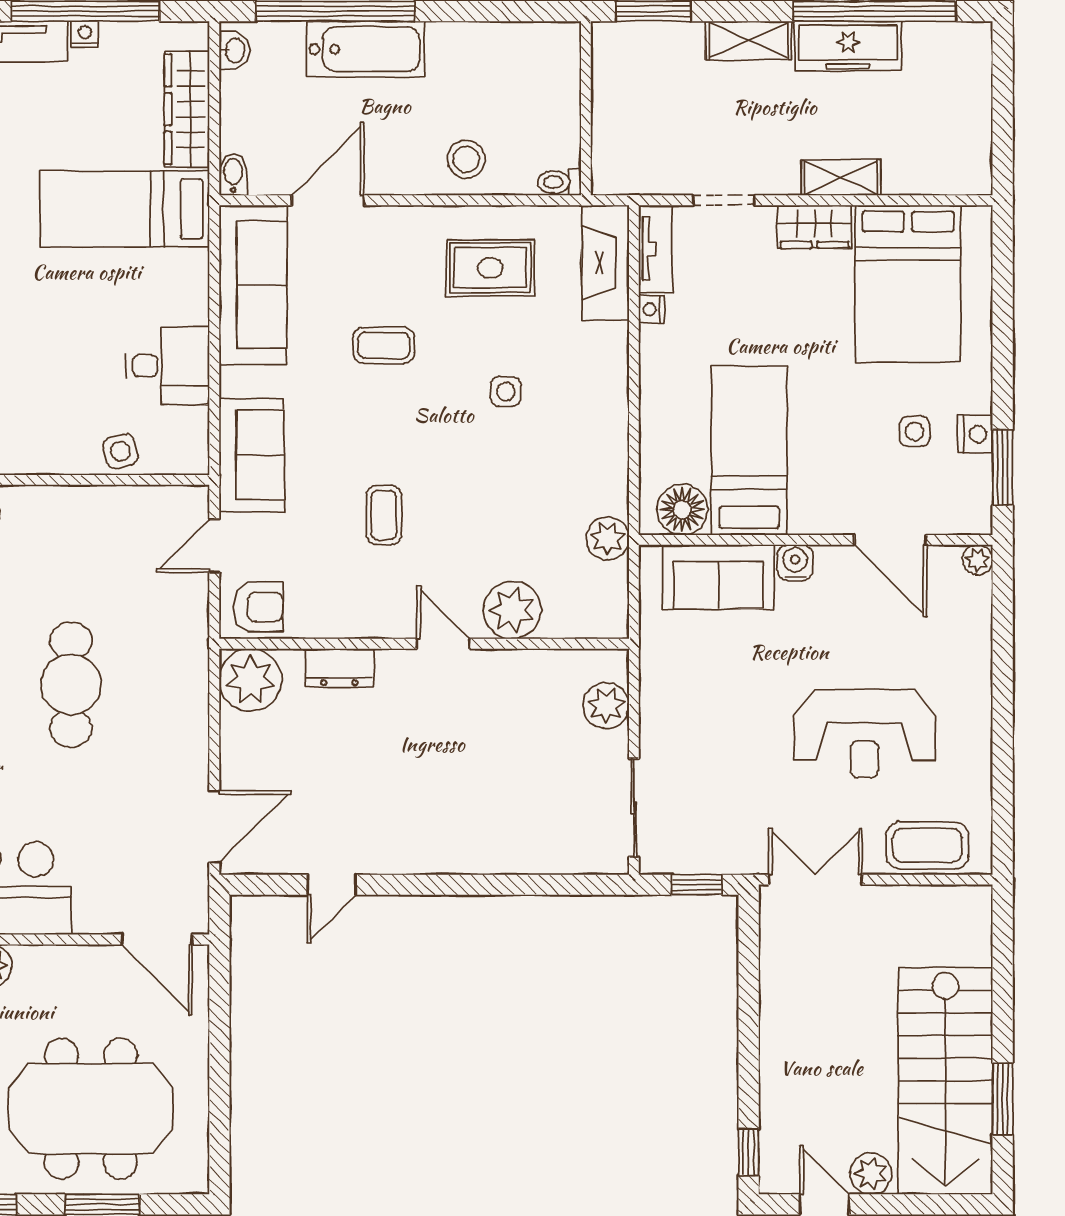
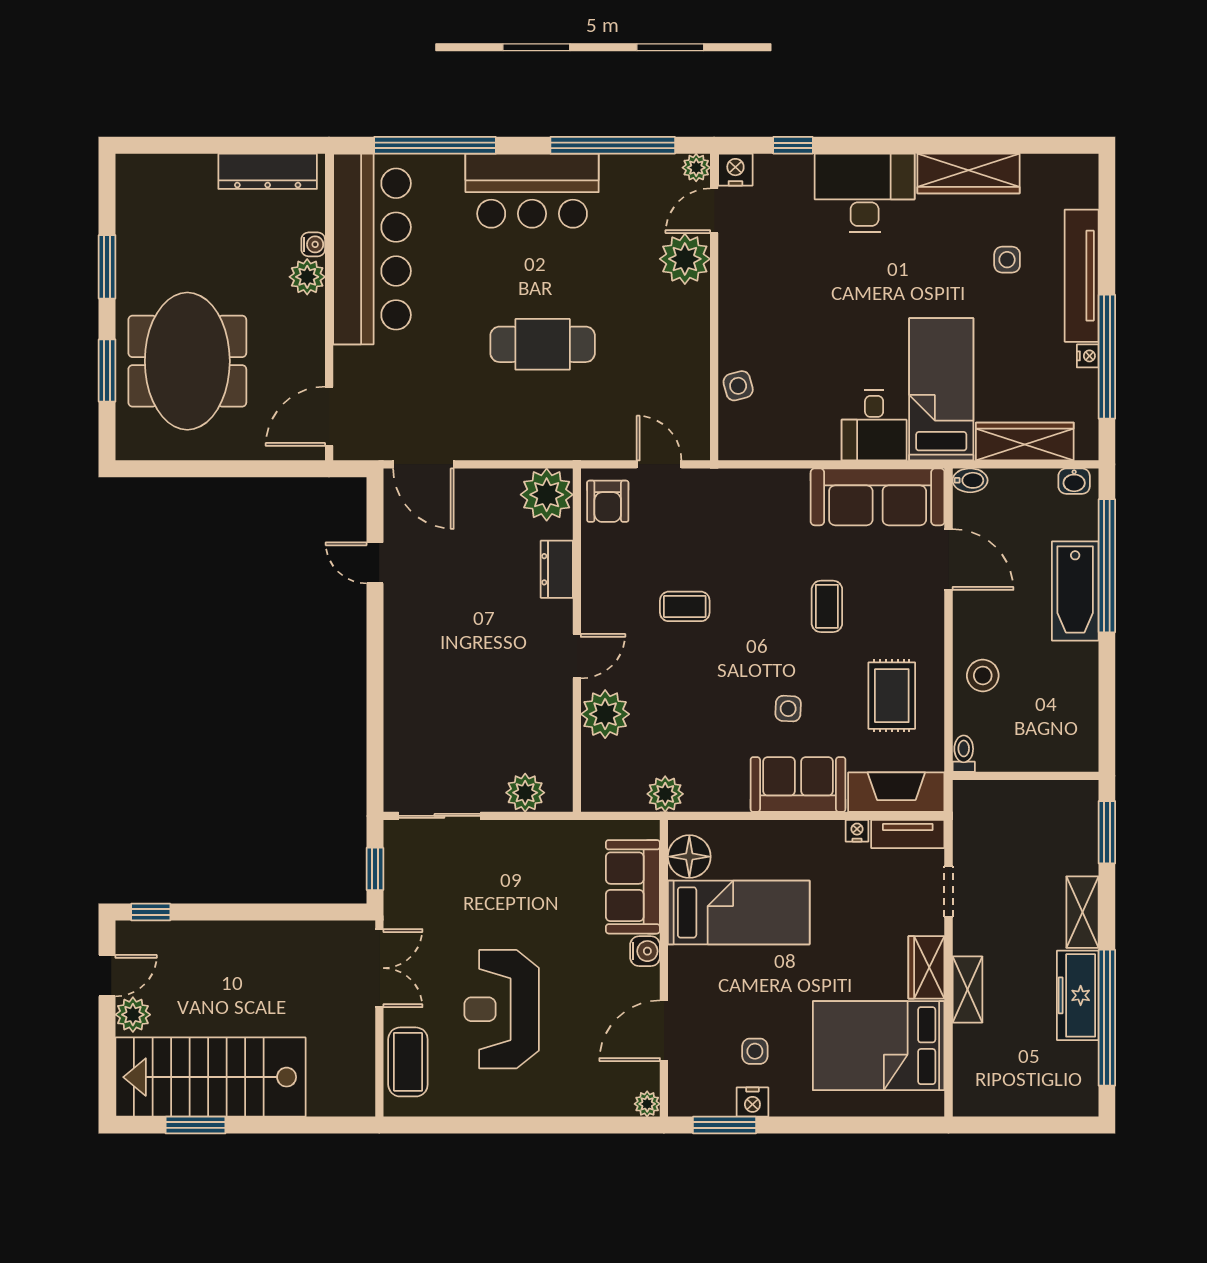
desk: (168, 366) -> (874, 425), moved
sofa: (252, 455) -> (798, 785), moved, turned 180

